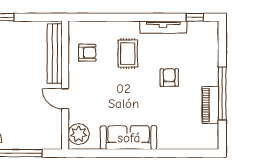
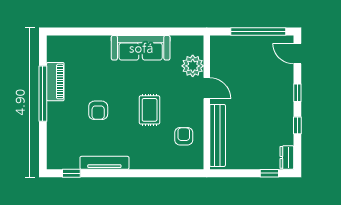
armchair: (87, 53) -> (184, 136), turned 90
rug: (128, 54) -> (150, 110), moved
plant: (79, 134) -> (193, 66), moved

